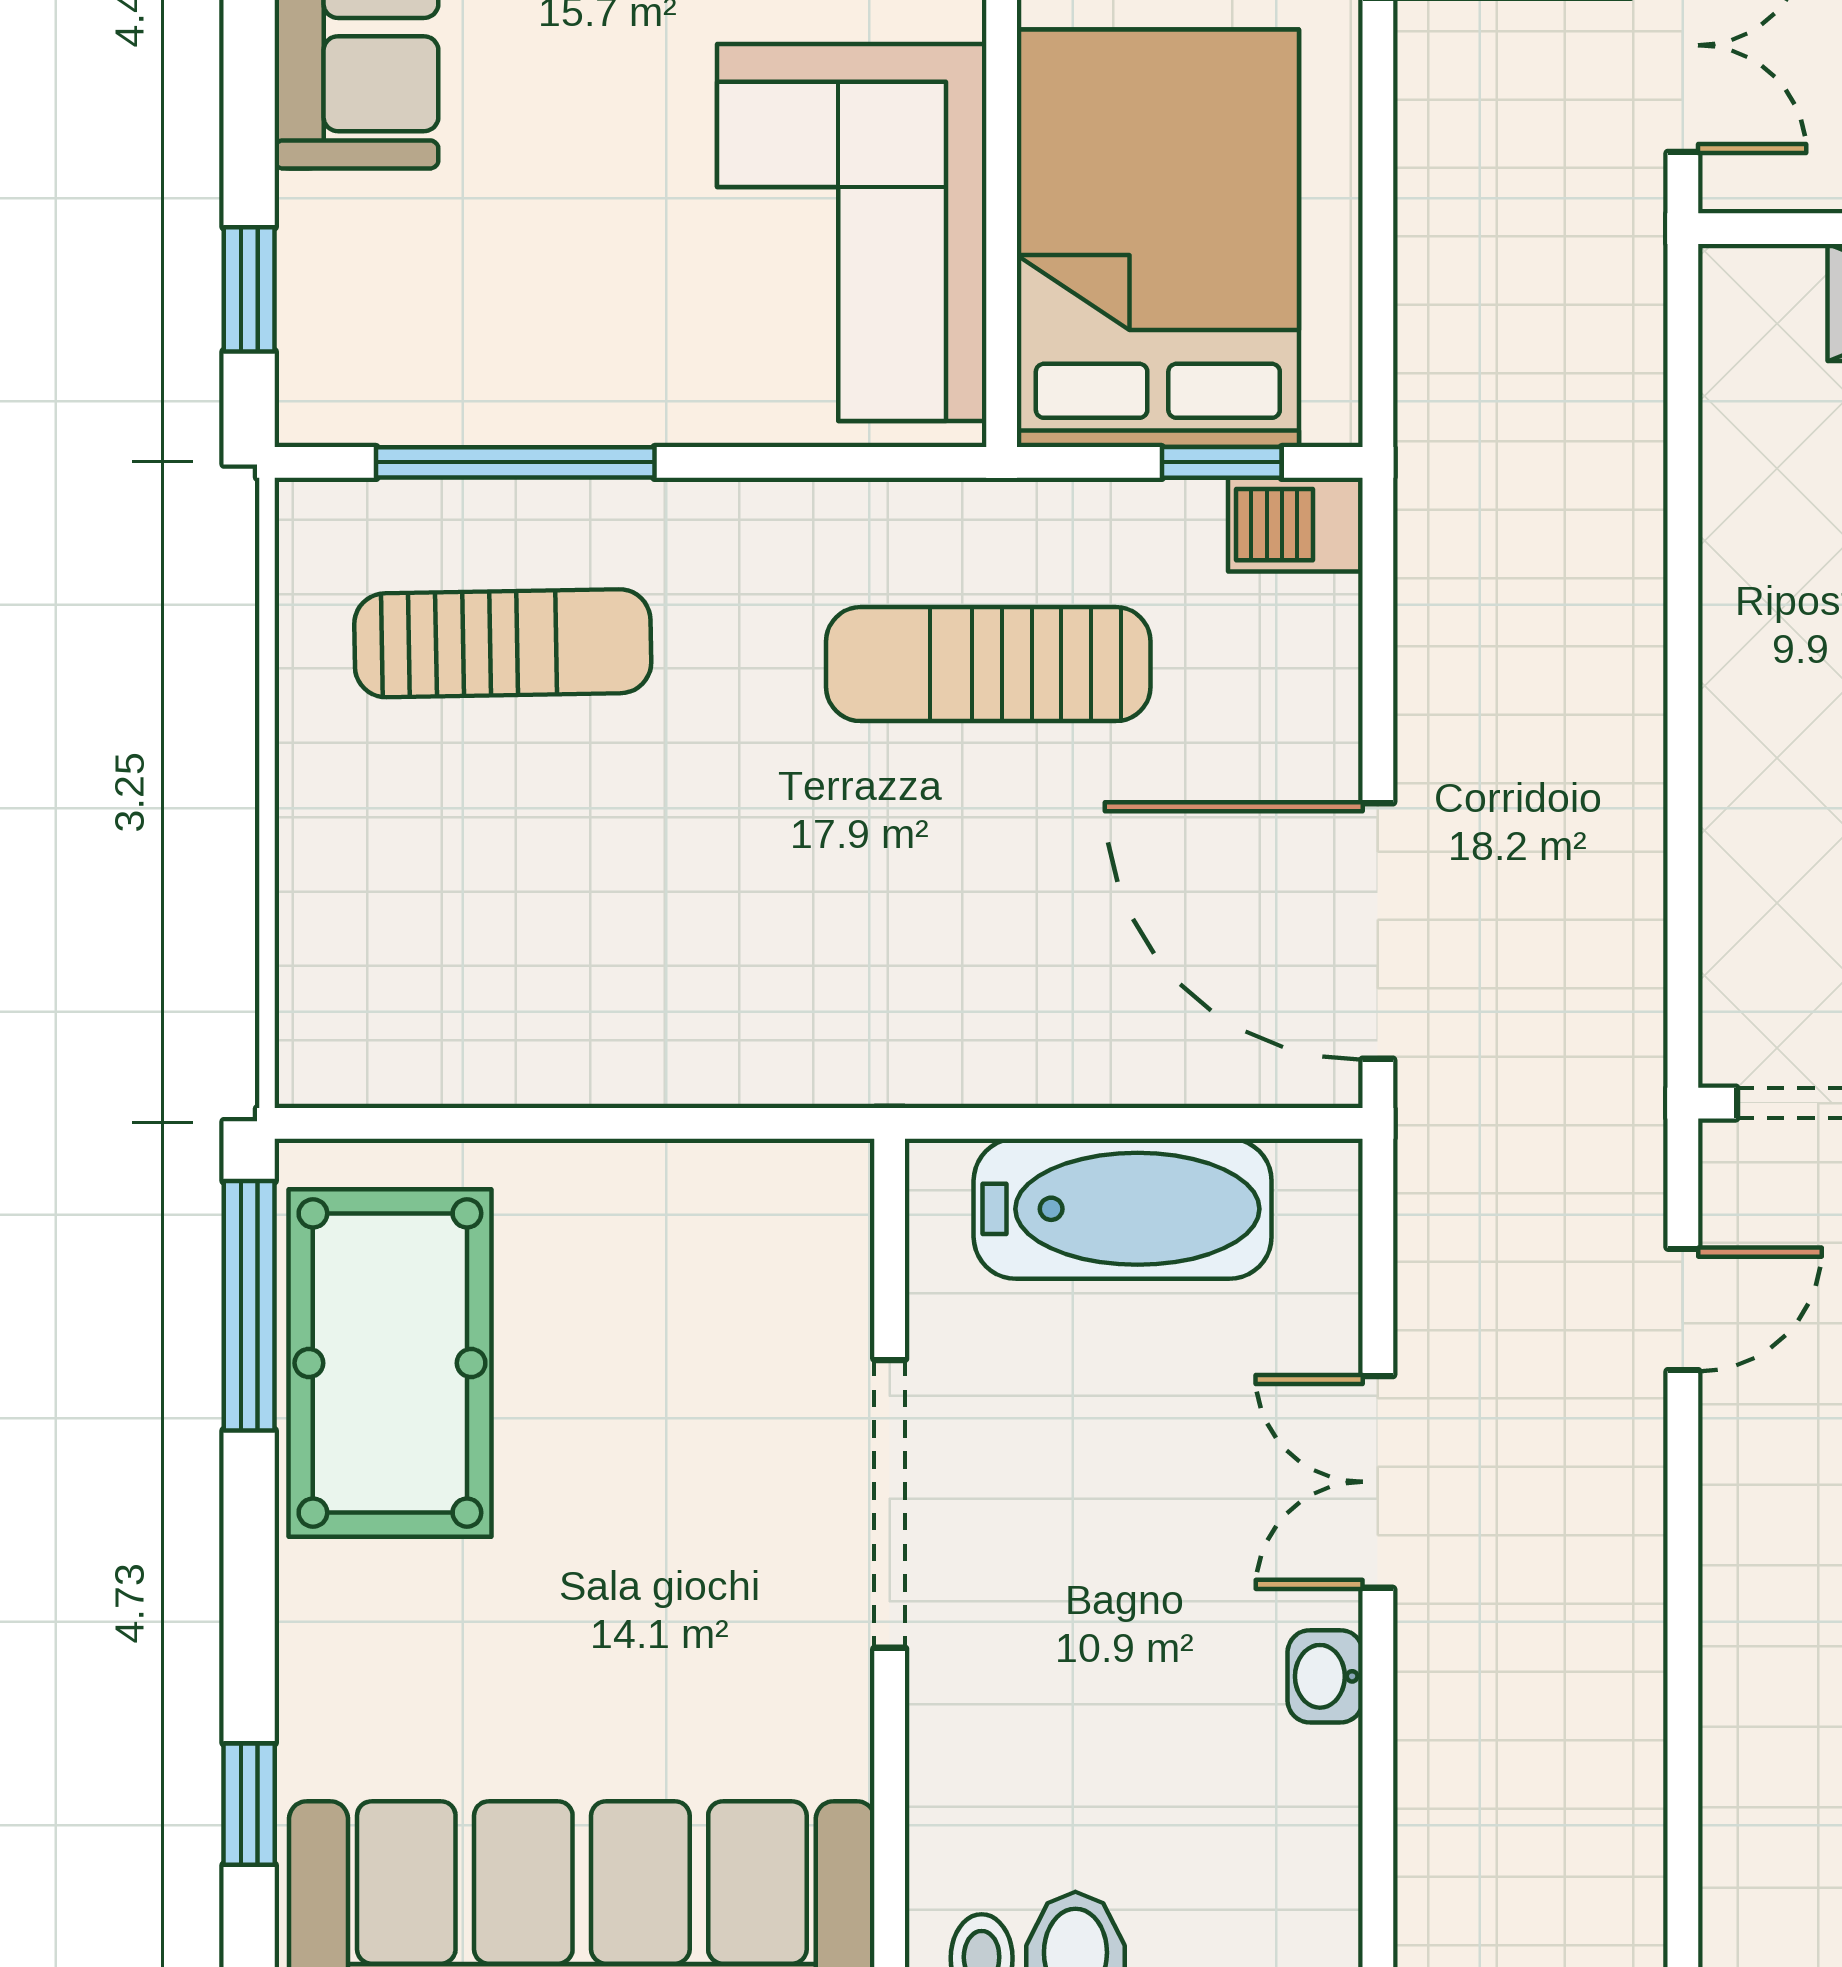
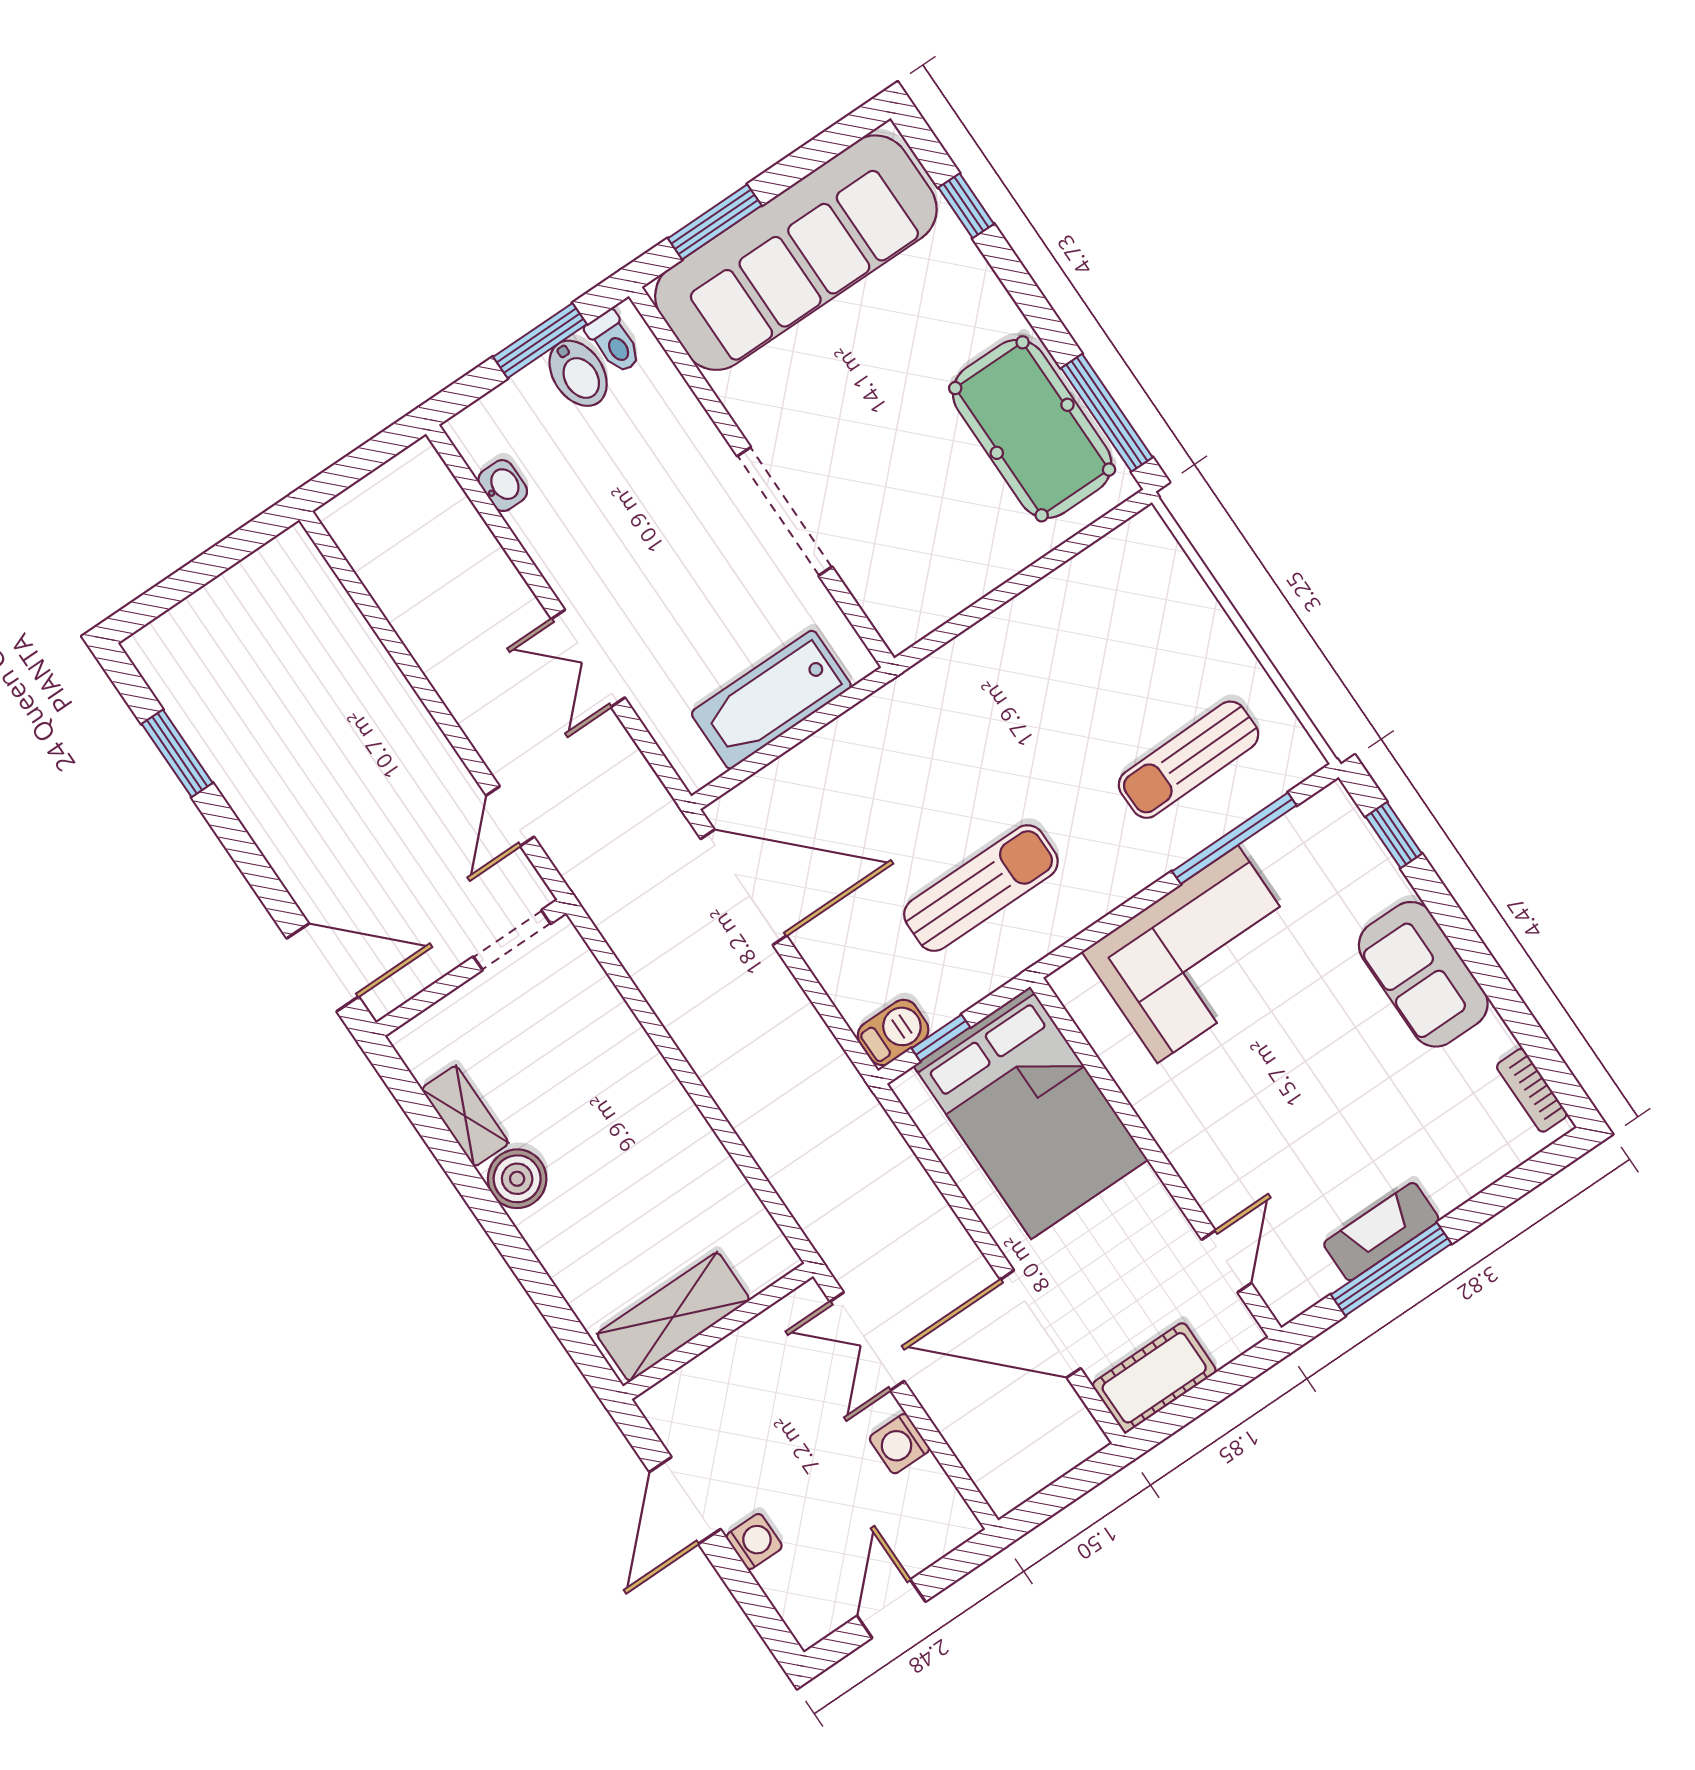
corner sofa: (852, 232) -> (1198, 954), moved, turned 90
double door: (1378, 1482) -> (588, 658), swing flipped
washbasin: (1325, 1676) -> (503, 486), moved

